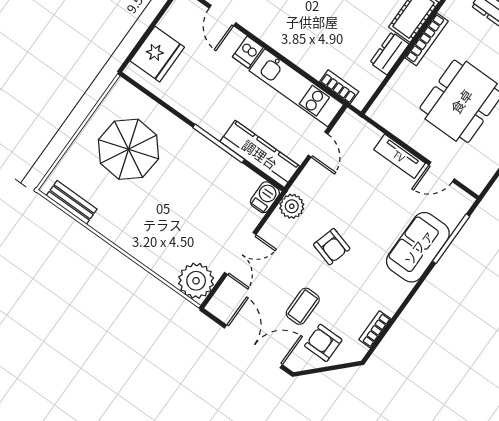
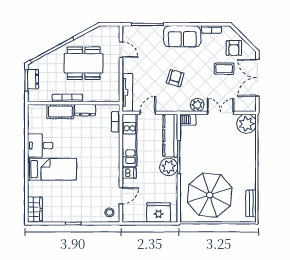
plant: (215, 118) -> (169, 167), added
parasol: (129, 149) -> (210, 195), width x1.36, depth x1.36
tv unit: (399, 156) -> (127, 92), moved, width x1.41
plant: (292, 206) -> (197, 105), moved
armchair: (332, 247) -> (175, 78), moved
sofa: (418, 247) -> (182, 36), moved

